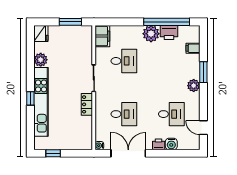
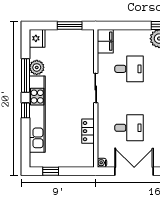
window: (30, 67) -> (25, 76), added
locker: (87, 104) -> (88, 131), moved

